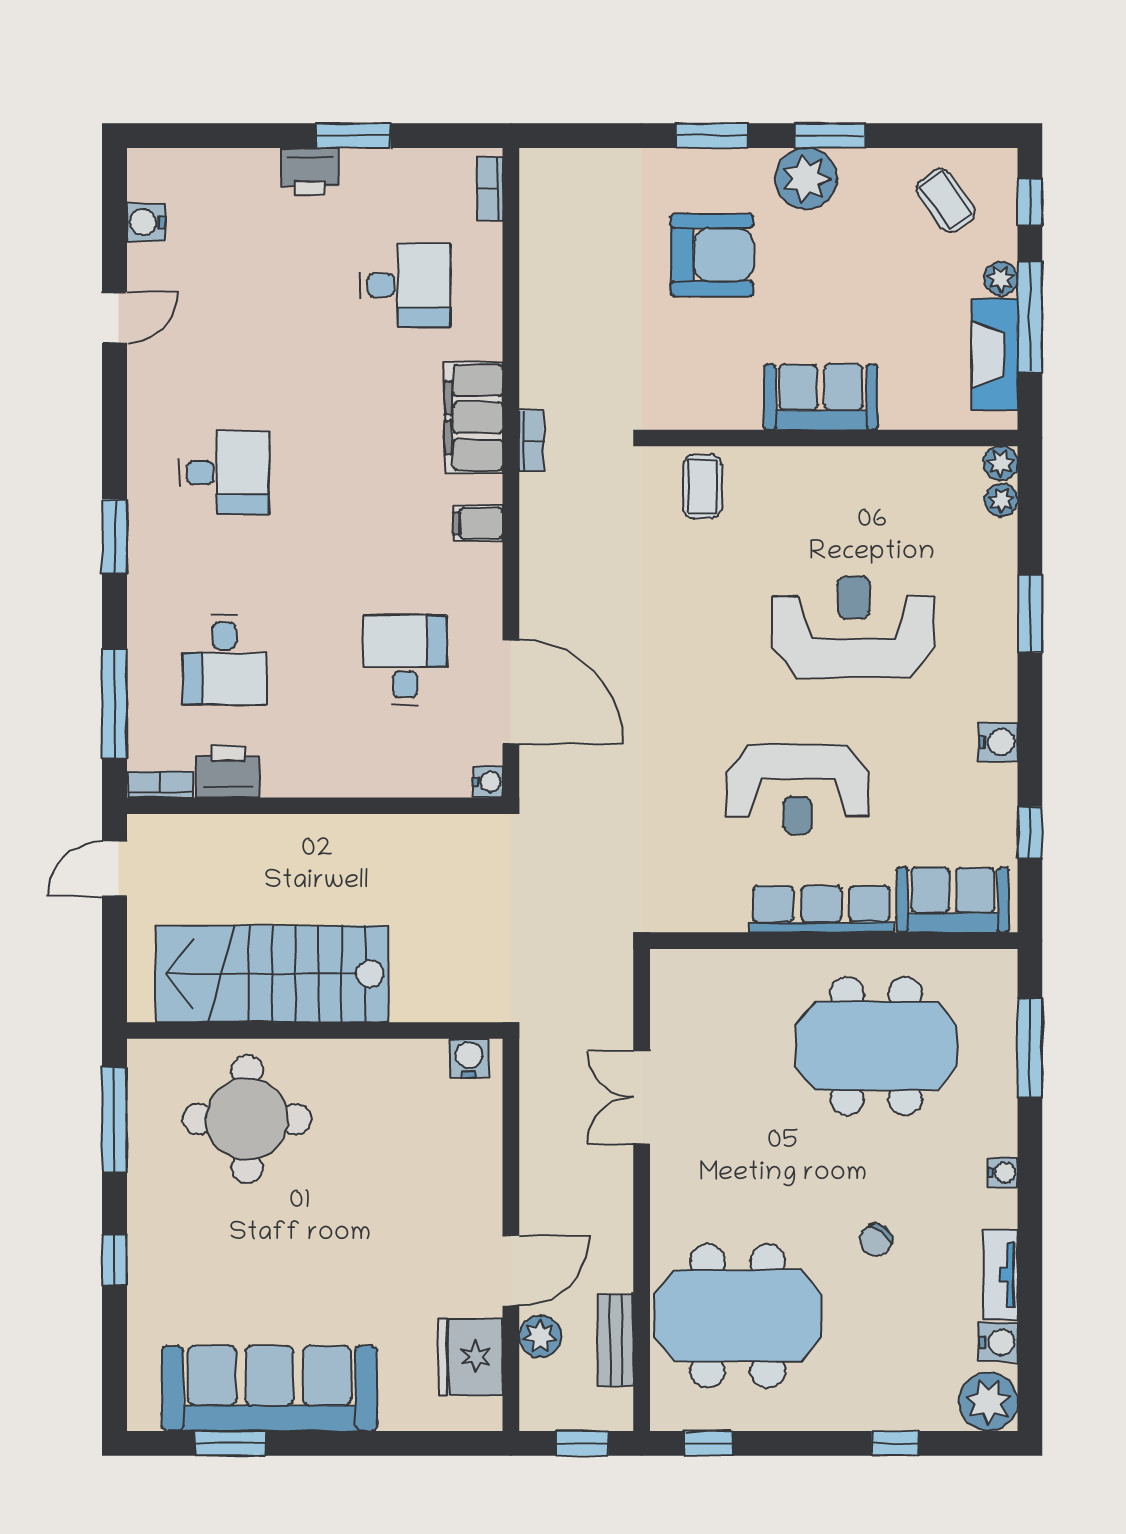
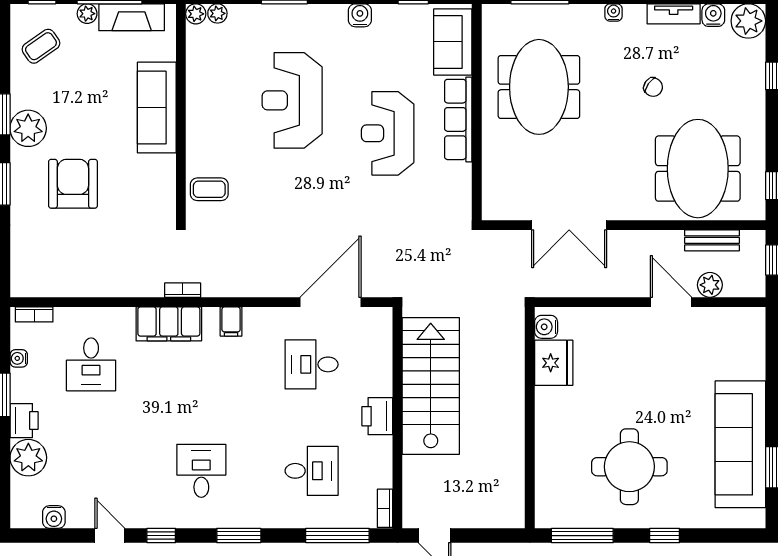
plant: (247, 179) -> (28, 458), added
desk: (405, 285) -> (91, 364), turned 180
sofa: (821, 397) -> (157, 108), width x1.36
window: (115, 405) -> (161, 536), added
printer: (228, 772) -> (377, 416), moved
water cooler: (488, 782) -> (19, 358), moved, turned -90
reception desk: (798, 789) -> (388, 133), turned 180
stairs: (272, 974) -> (431, 386), moved, turned 180
double door: (642, 1097) -> (569, 225), width x1.37
round table: (247, 1119) -> (629, 467), moved
fridge: (470, 1357) -> (554, 363), moved, turned -90

